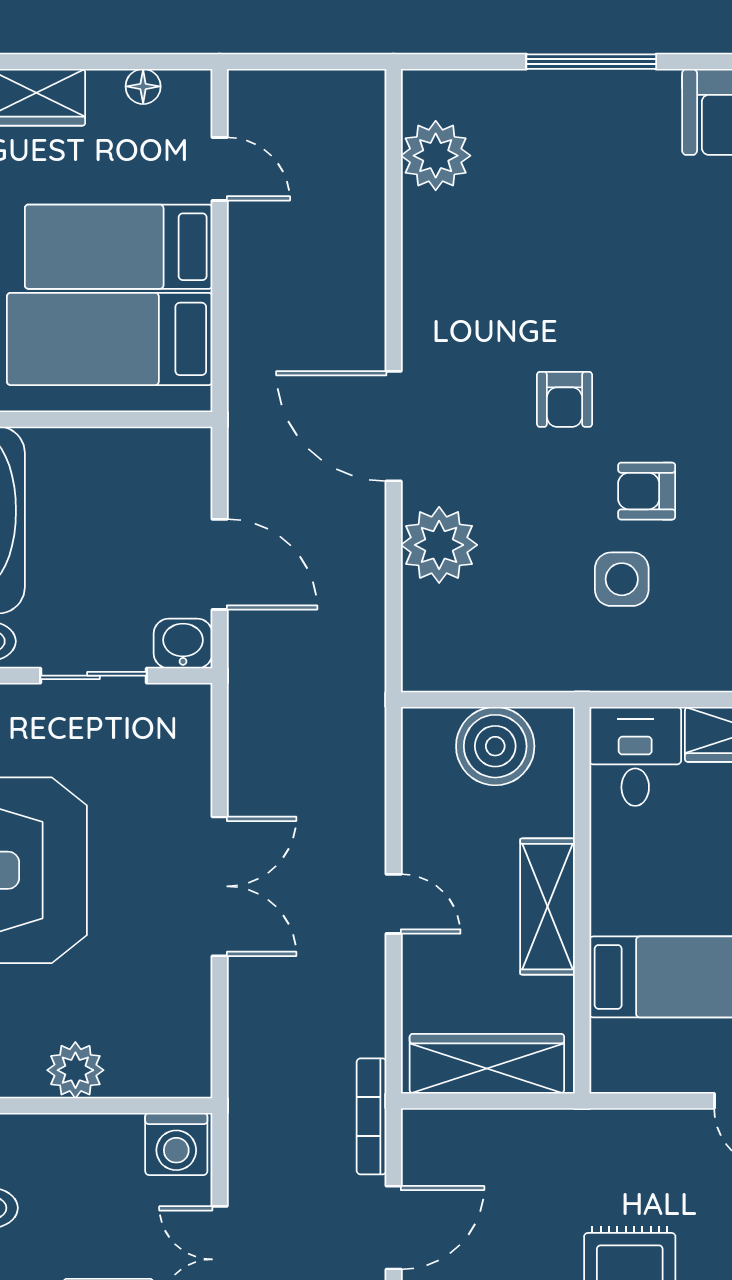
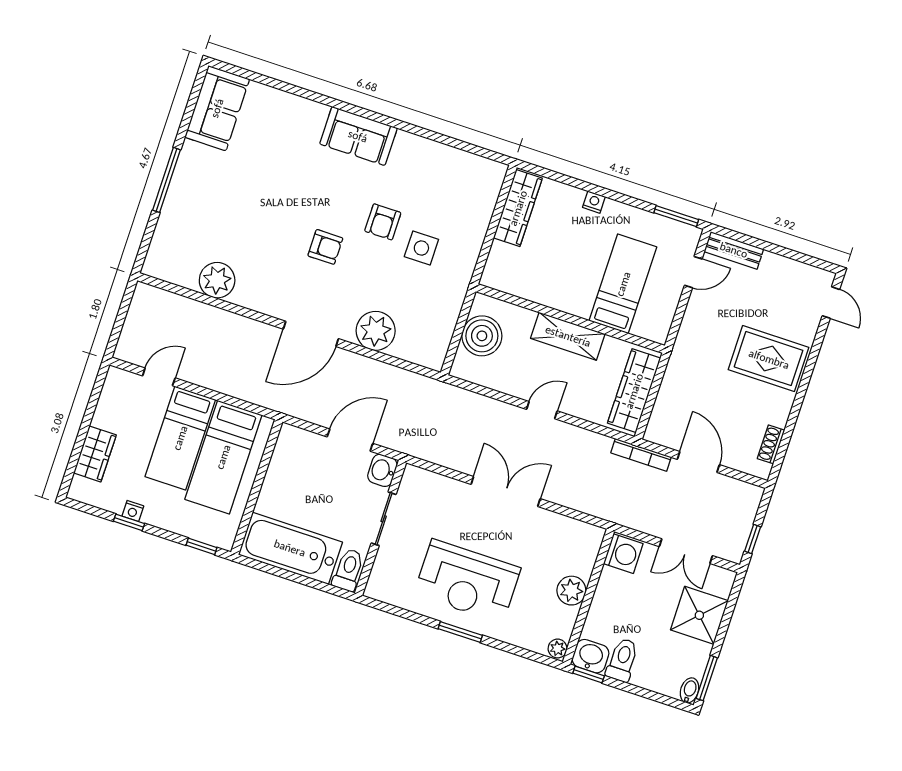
floor lamp: (143, 86) -> (107, 401), removed
plant: (436, 156) -> (217, 280), moved
desk: (635, 756) -> (509, 270), removed

